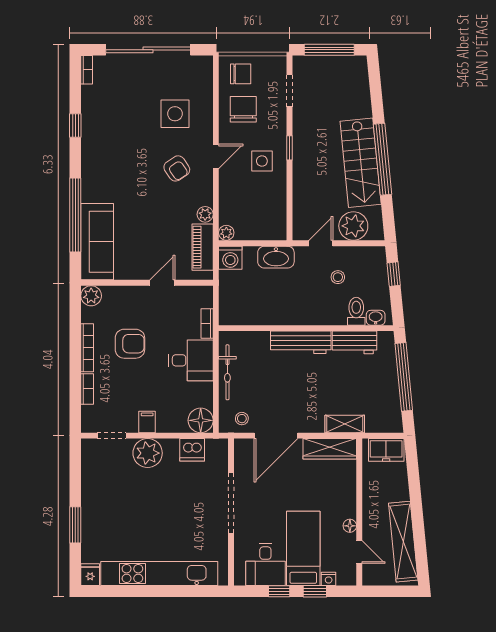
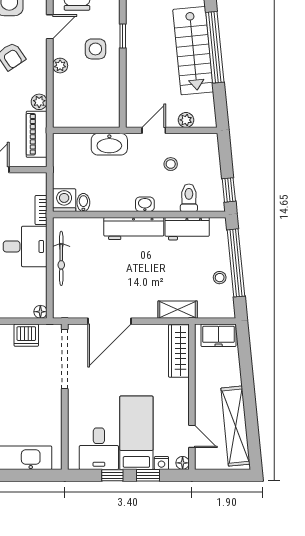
door: (216, 156) -> (50, 27), moved
plant: (353, 226) -> (186, 120), width x0.53, depth x0.53
plant: (226, 233) -> (60, 66), moved
washing machine: (230, 258) -> (64, 200), moved, turned 180
window: (394, 274) -> (229, 190), moved
bidet: (250, 316) -> (83, 203), added
washbasin: (376, 318) -> (145, 204), moved
stool: (242, 419) -> (220, 278), moved
floor lamp: (201, 420) -> (40, 312), width x0.53, depth x0.53
wardrobe: (330, 449) -> (179, 351), moved, turned 90
doorway: (231, 503) -> (65, 359), moved
floor lamp: (350, 526) -> (183, 463), moved

